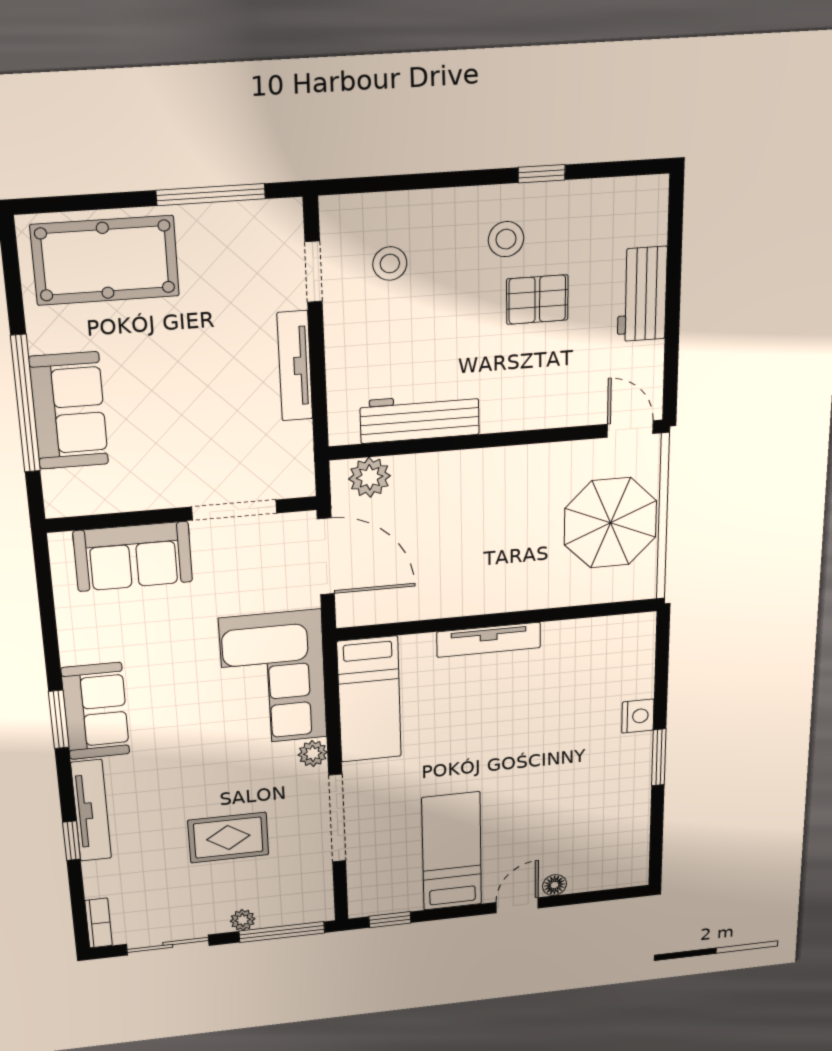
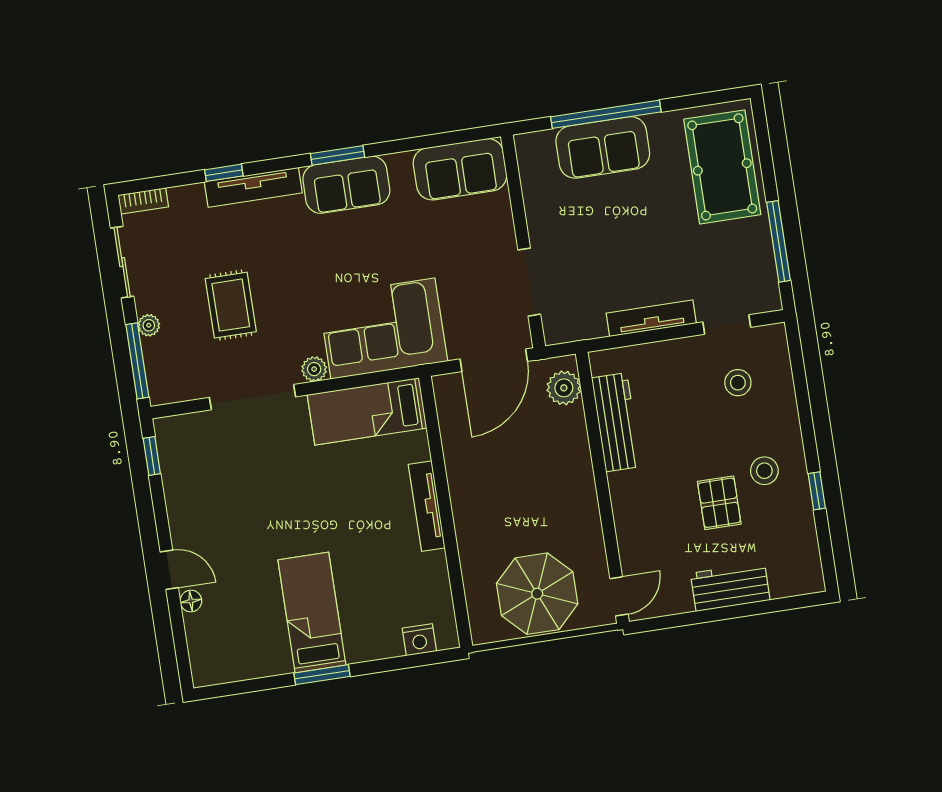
sofa: (133, 556) -> (460, 169), moved, turned -90
nightstand: (638, 716) -> (419, 640), moved
bed: (452, 851) -> (312, 613), moved, turned -90

